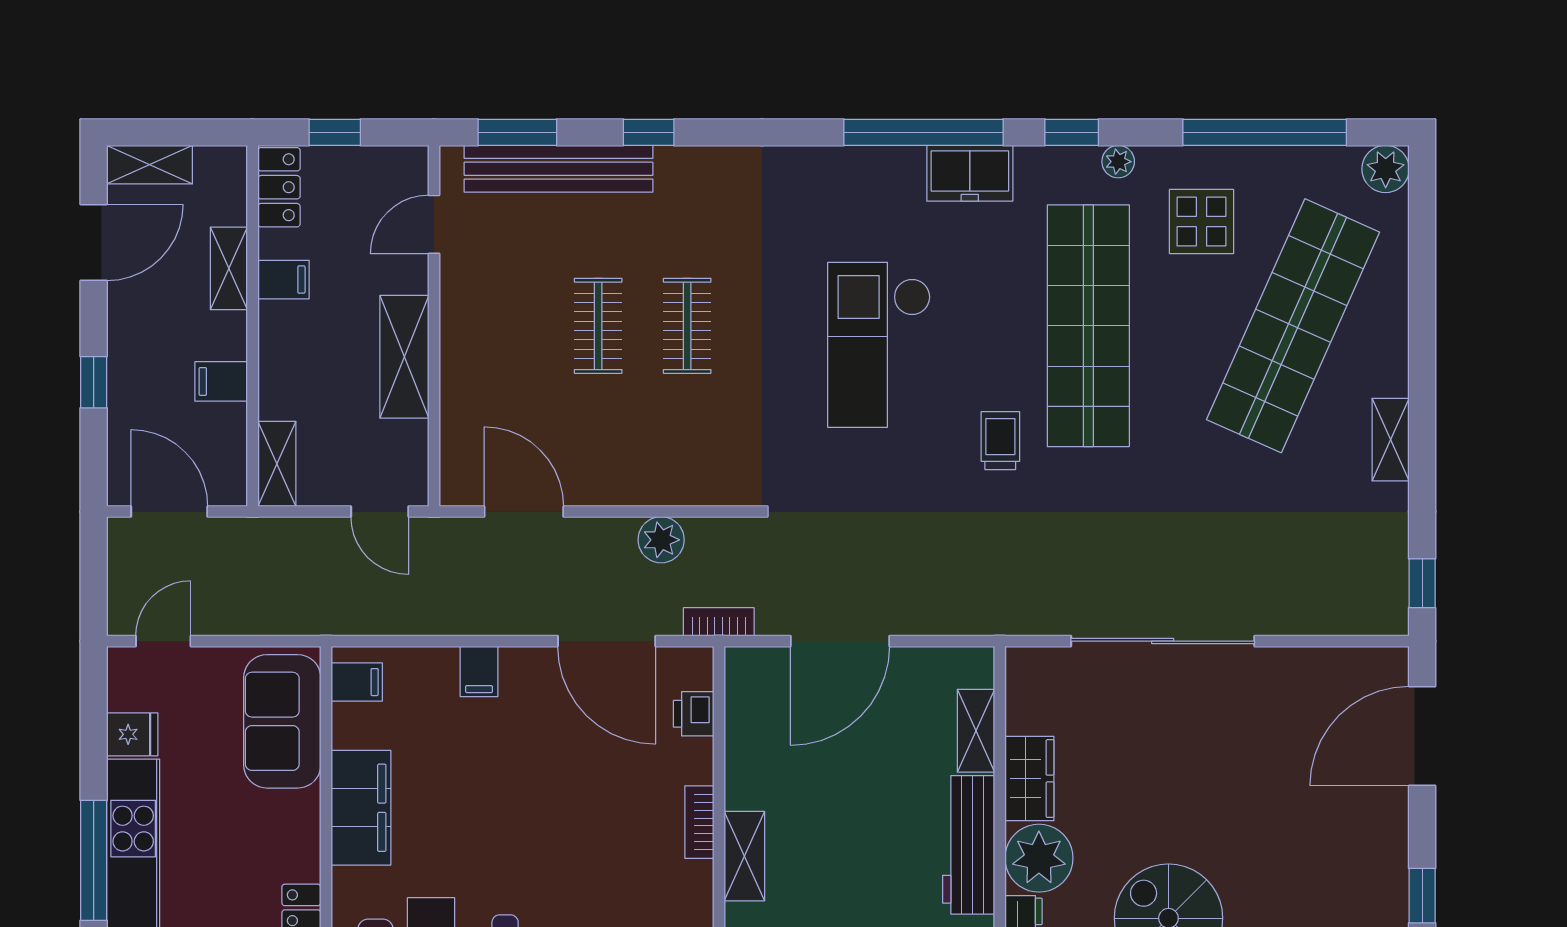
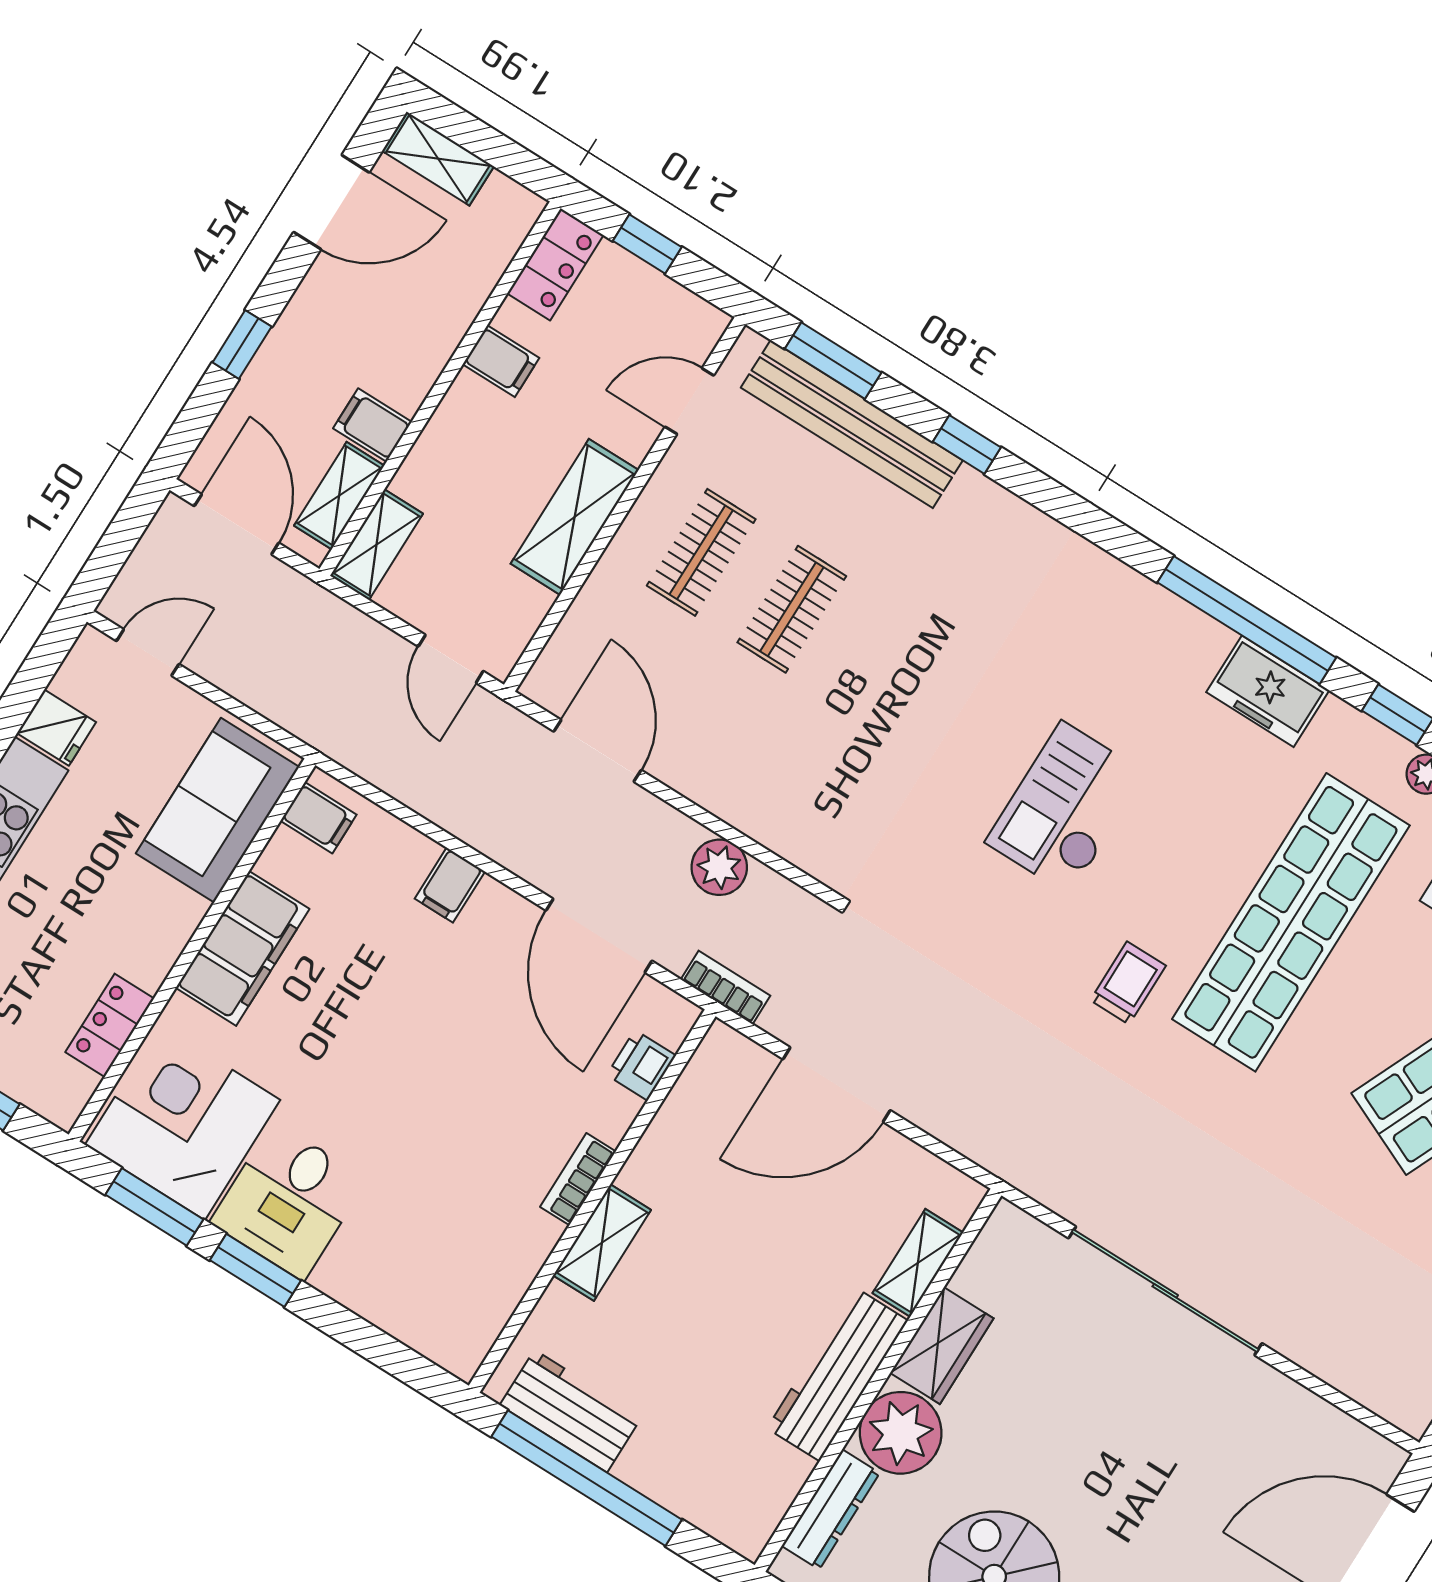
shelving: (229, 268) -> (339, 496), moved
clothes rail: (687, 326) -> (701, 552), moved
checkout: (879, 345) -> (1066, 808), width x0.73, depth x0.83

